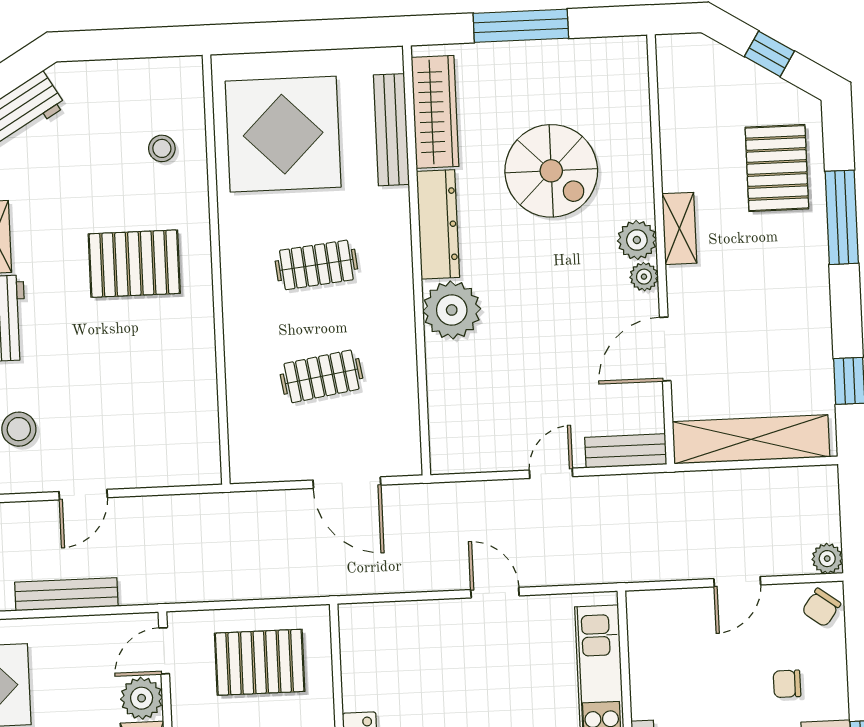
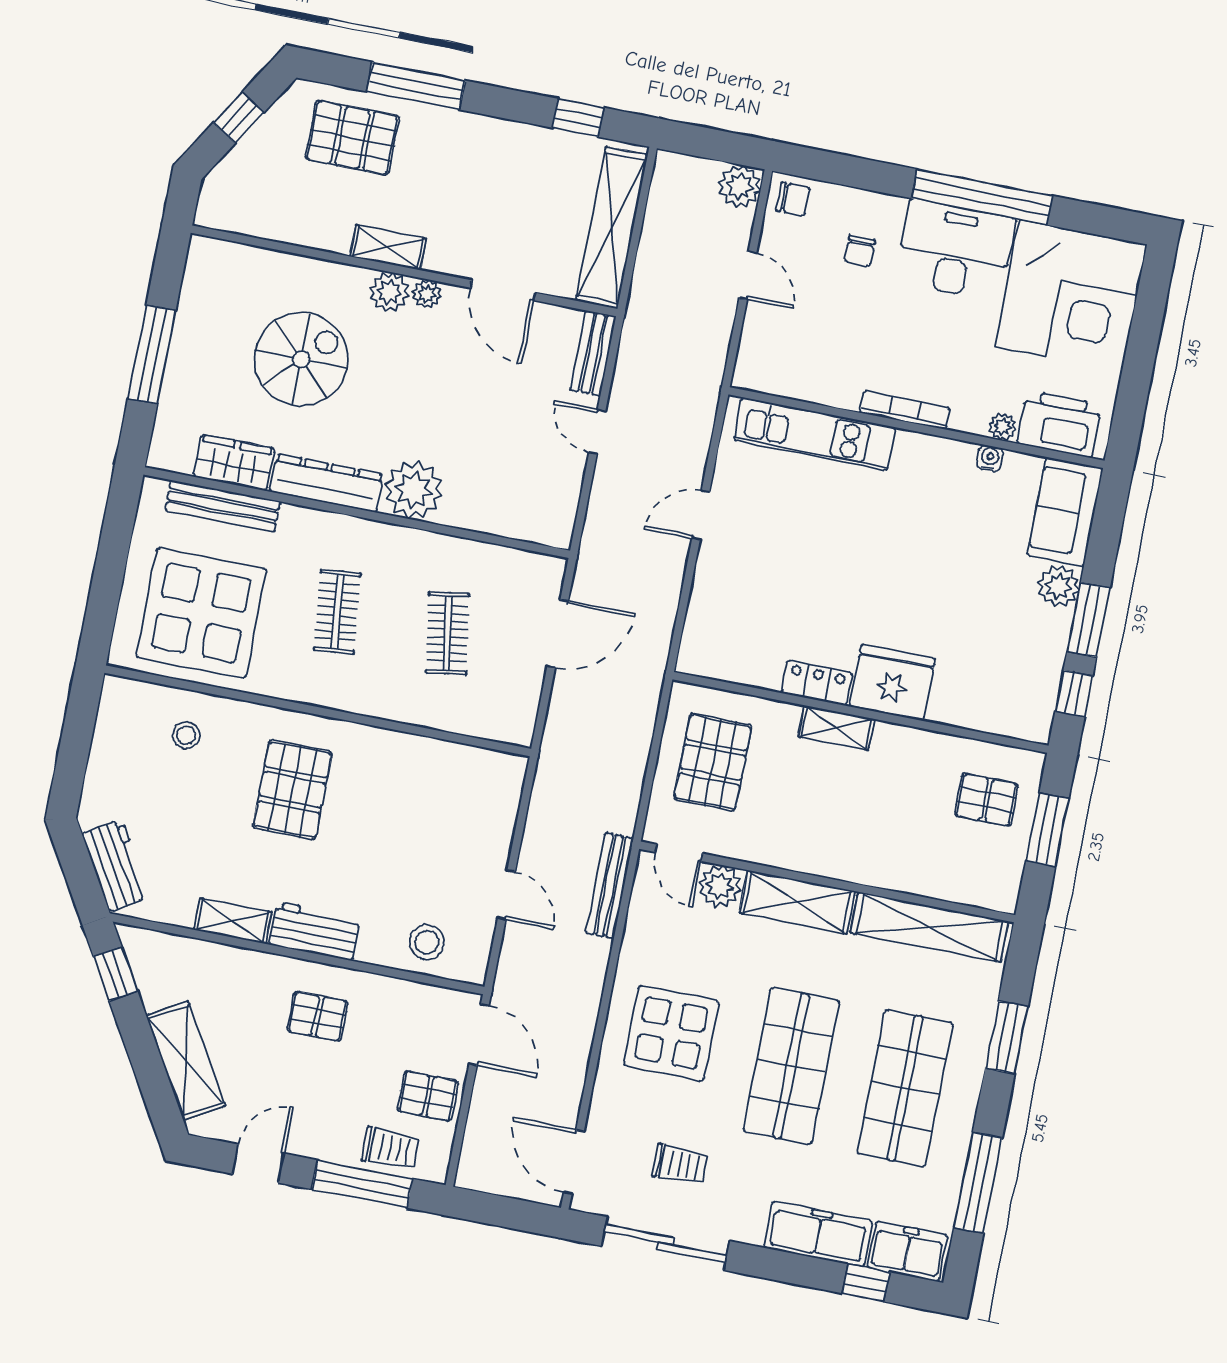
wardrobe: (435, 112) -> (234, 463), width x0.67
plant: (827, 559) -> (740, 186), width x1.38, depth x1.38
bench: (66, 594) -> (610, 886), moved
chair: (821, 608) -> (793, 199), turned -36

